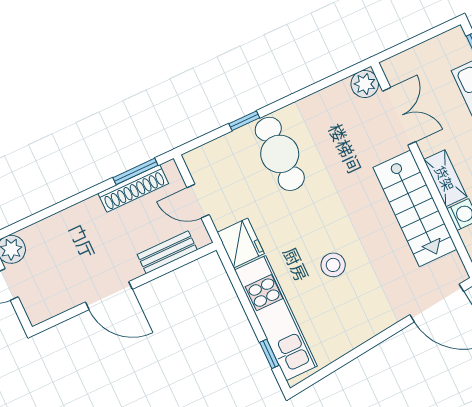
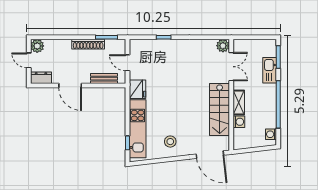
cafe table: (280, 154) -> (172, 59), removed
shoe rack: (133, 188) -> (88, 44), moved
stool: (333, 265) -> (170, 142), moved
dresser: (47, 307) -> (41, 78), added

